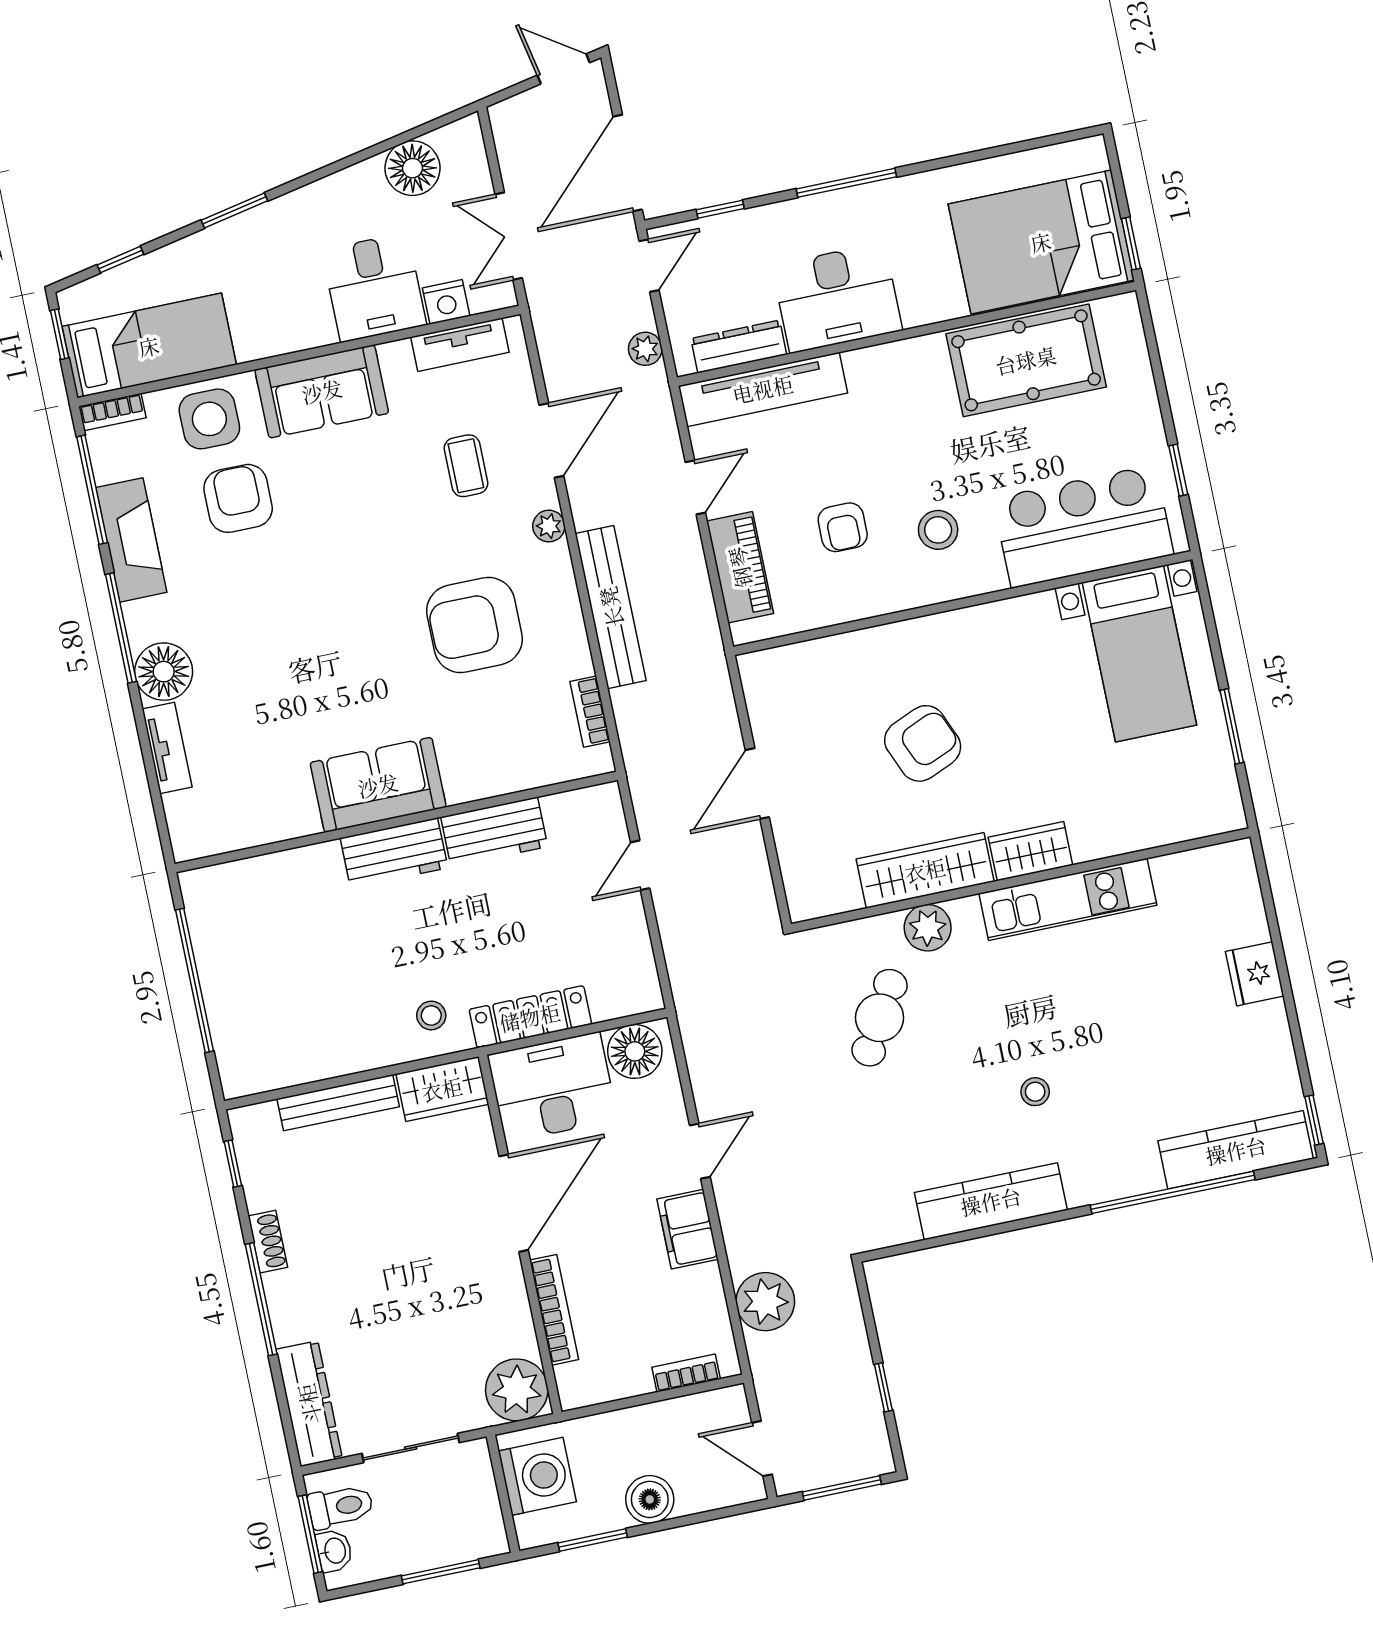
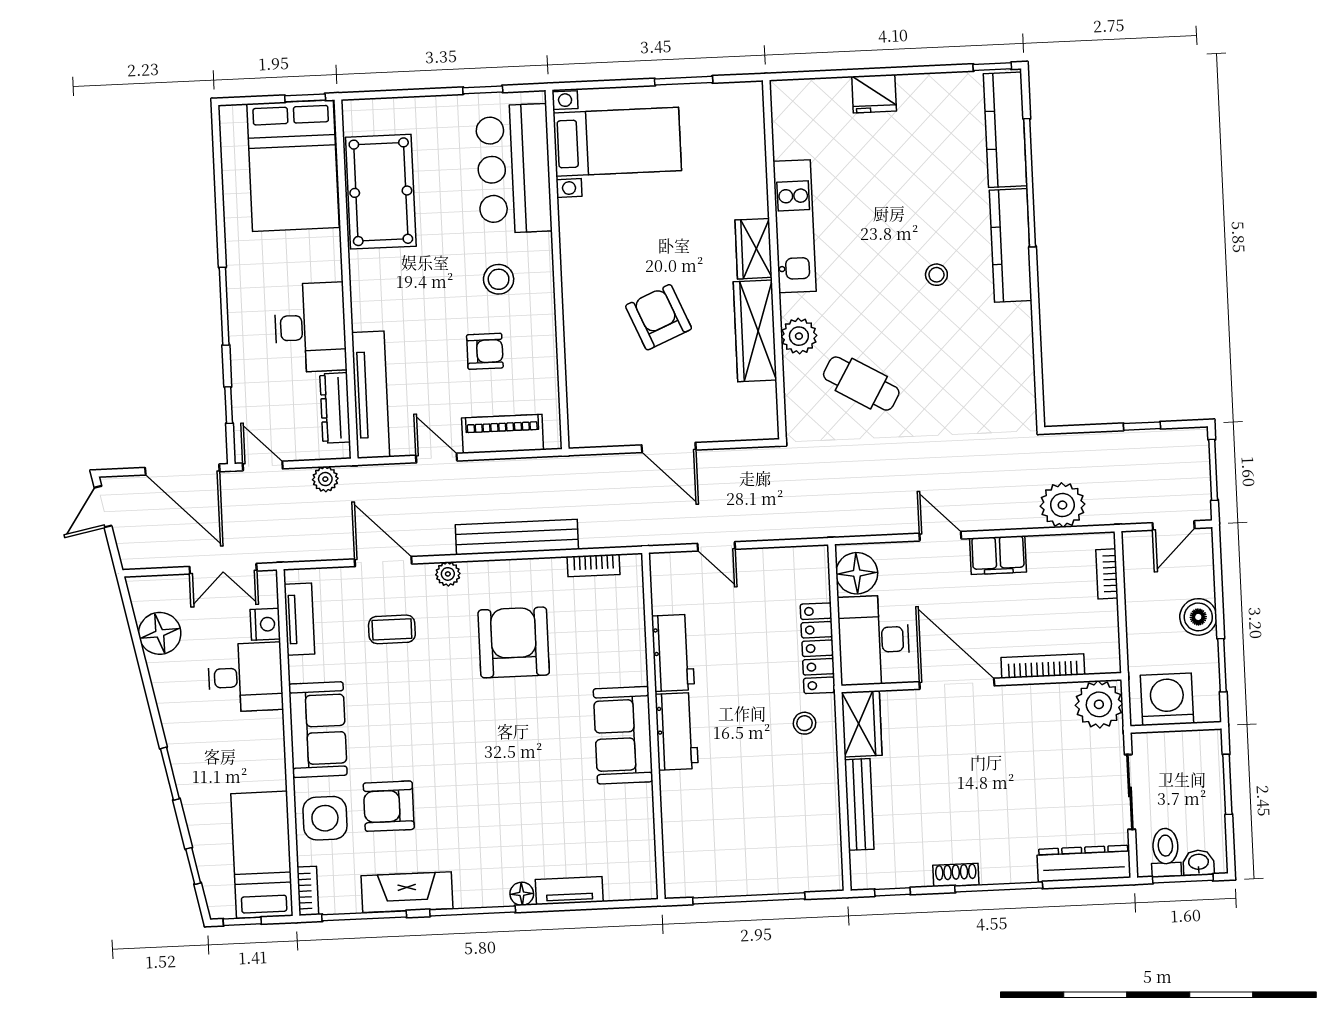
armchair: (474, 625) -> (514, 642), turned 180
floor lamp: (164, 672) -> (522, 894), width x0.53, depth x0.53
kitchen counter: (991, 1201) -> (1011, 245), moved

